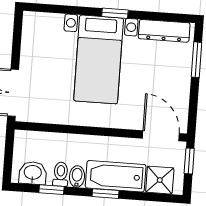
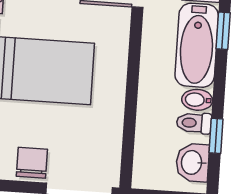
chair: (33, 60) -> (32, 163), added
window: (105, 194) -> (223, 31), moved

